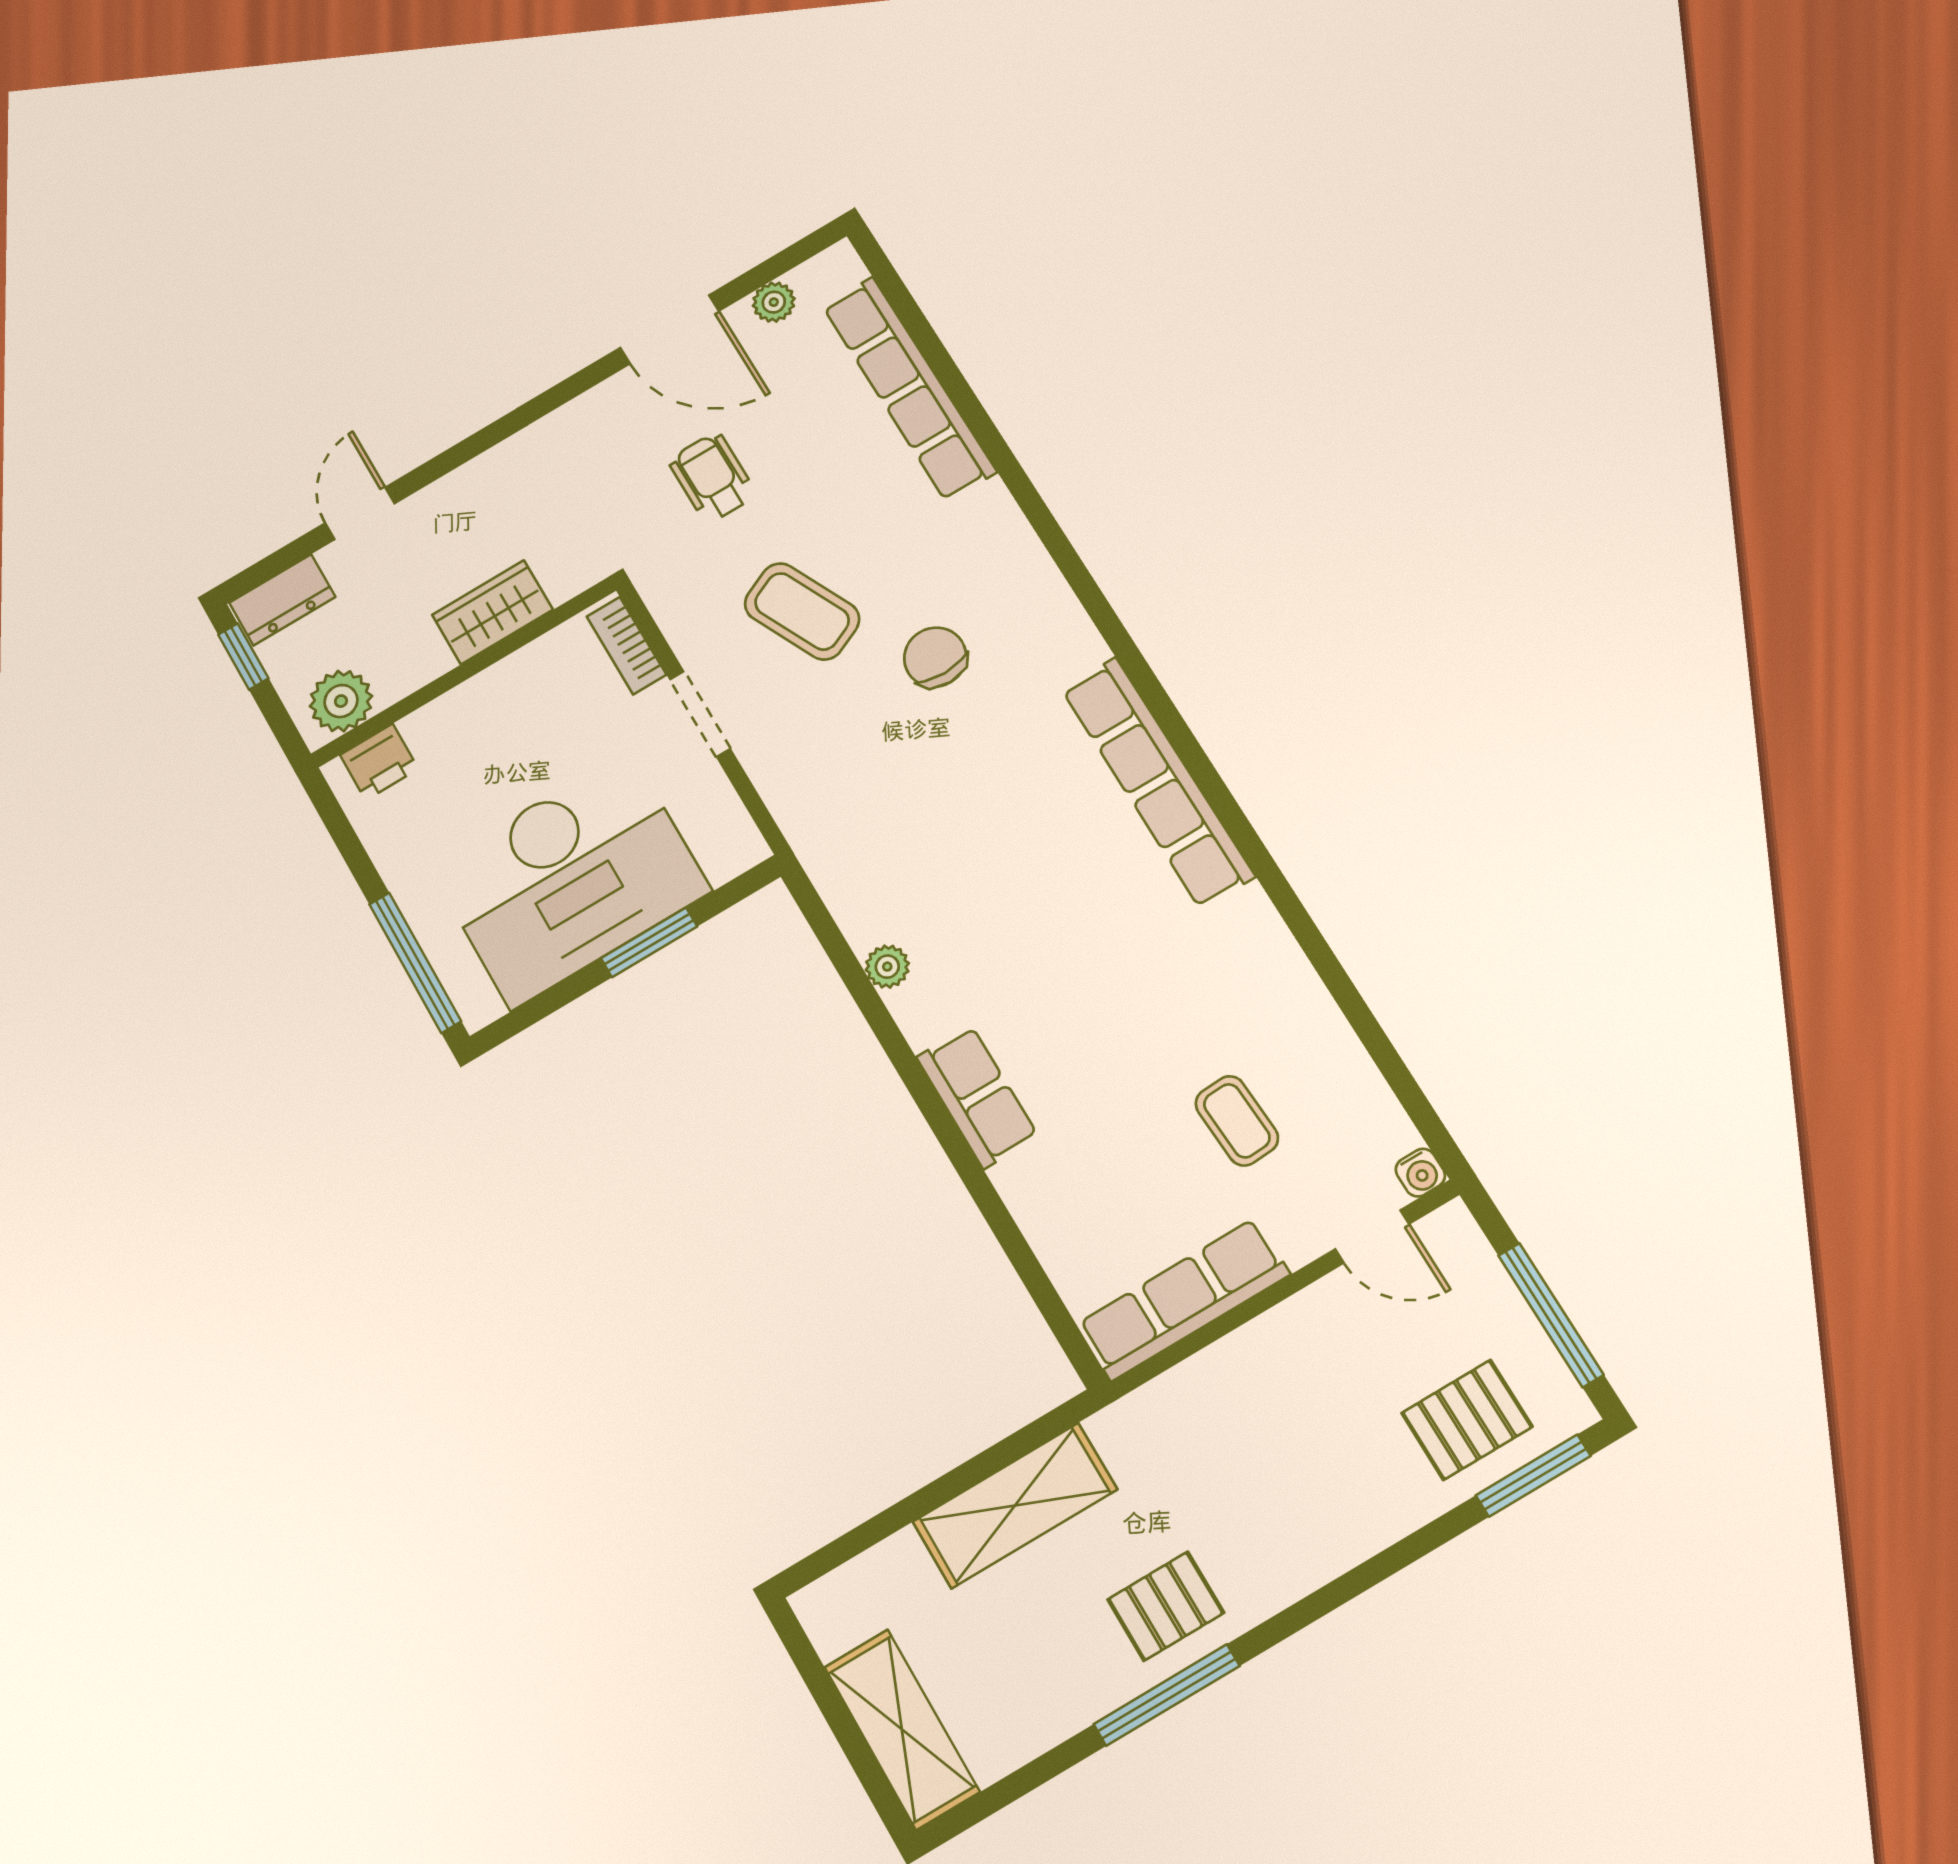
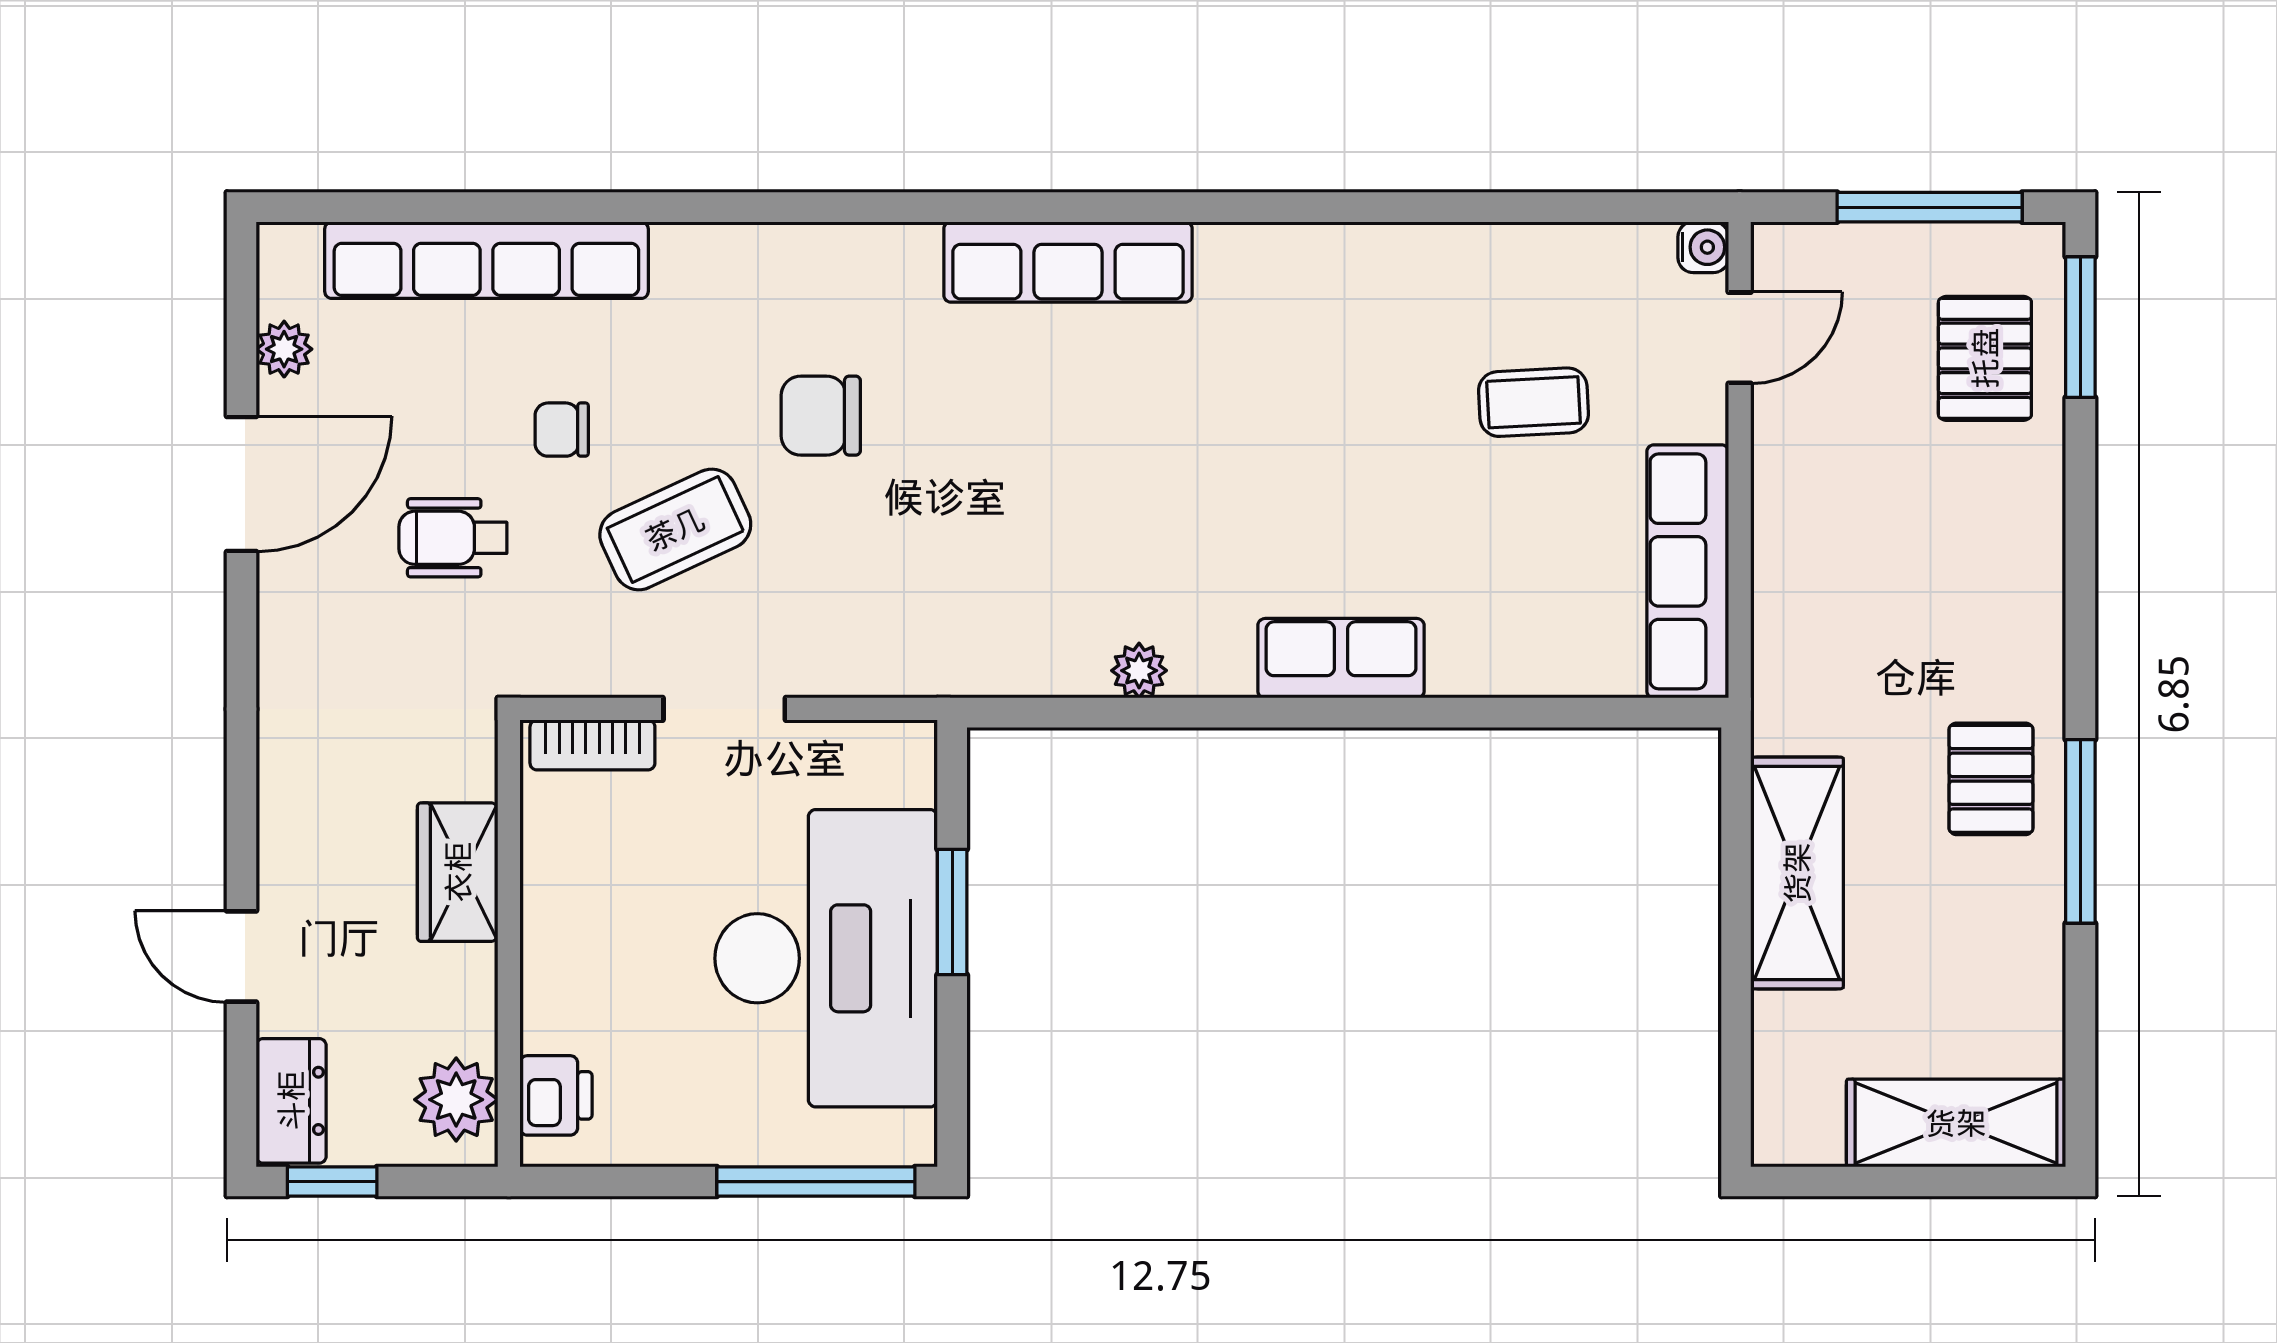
chair: (825, 501) -> (562, 430), added
row of seats: (1158, 782) -> (1068, 262), width x0.73

